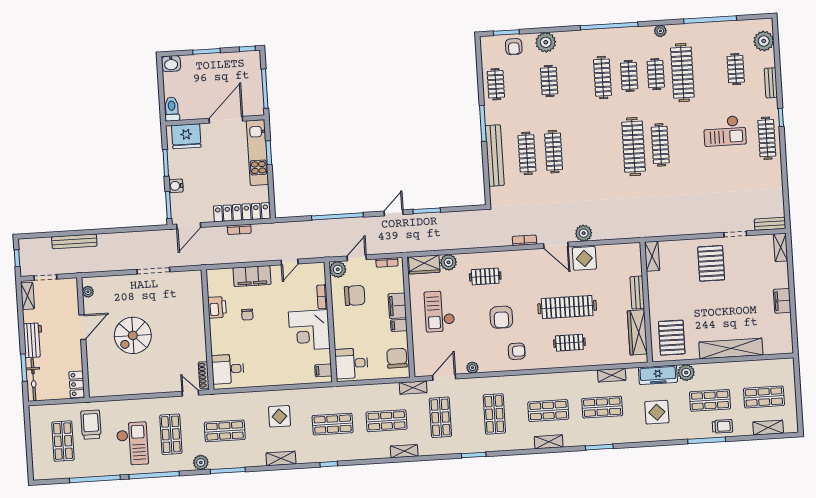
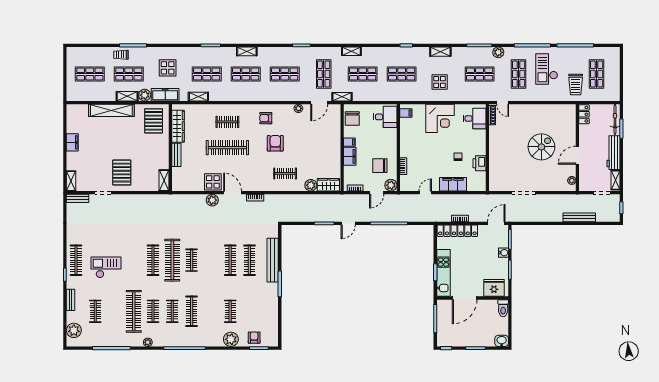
clothes rail: (496, 84) -> (192, 260), moved
checkout: (439, 311) -> (320, 150), removed
corner desk: (309, 330) -> (440, 118), moved, turned 90
workbench: (33, 340) -> (613, 153), width x1.38
shop shelf: (494, 414) -> (285, 74), turned 90
shelving: (768, 428) -> (127, 96), moved

